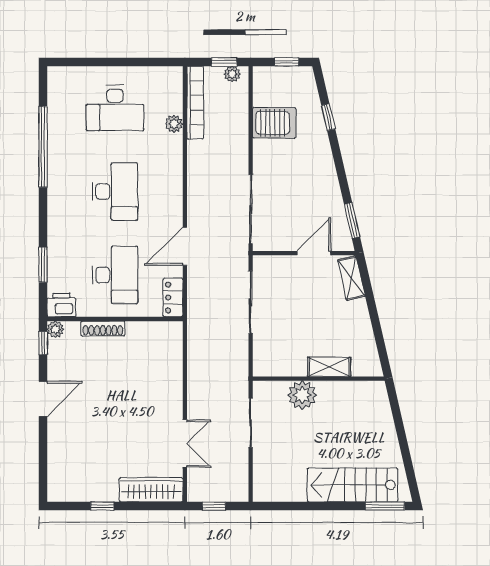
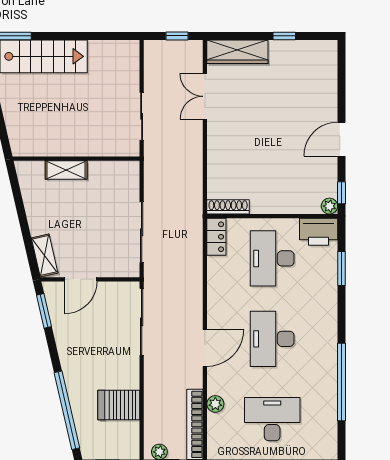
window: (328, 117) -> (67, 410), width x3.17
door: (185, 246) -> (205, 348), moved
printer: (61, 305) -> (319, 232), width x1.37, depth x1.19
shoe rack: (103, 329) -> (228, 207), moved
plant: (302, 395) -> (92, 143), removed

